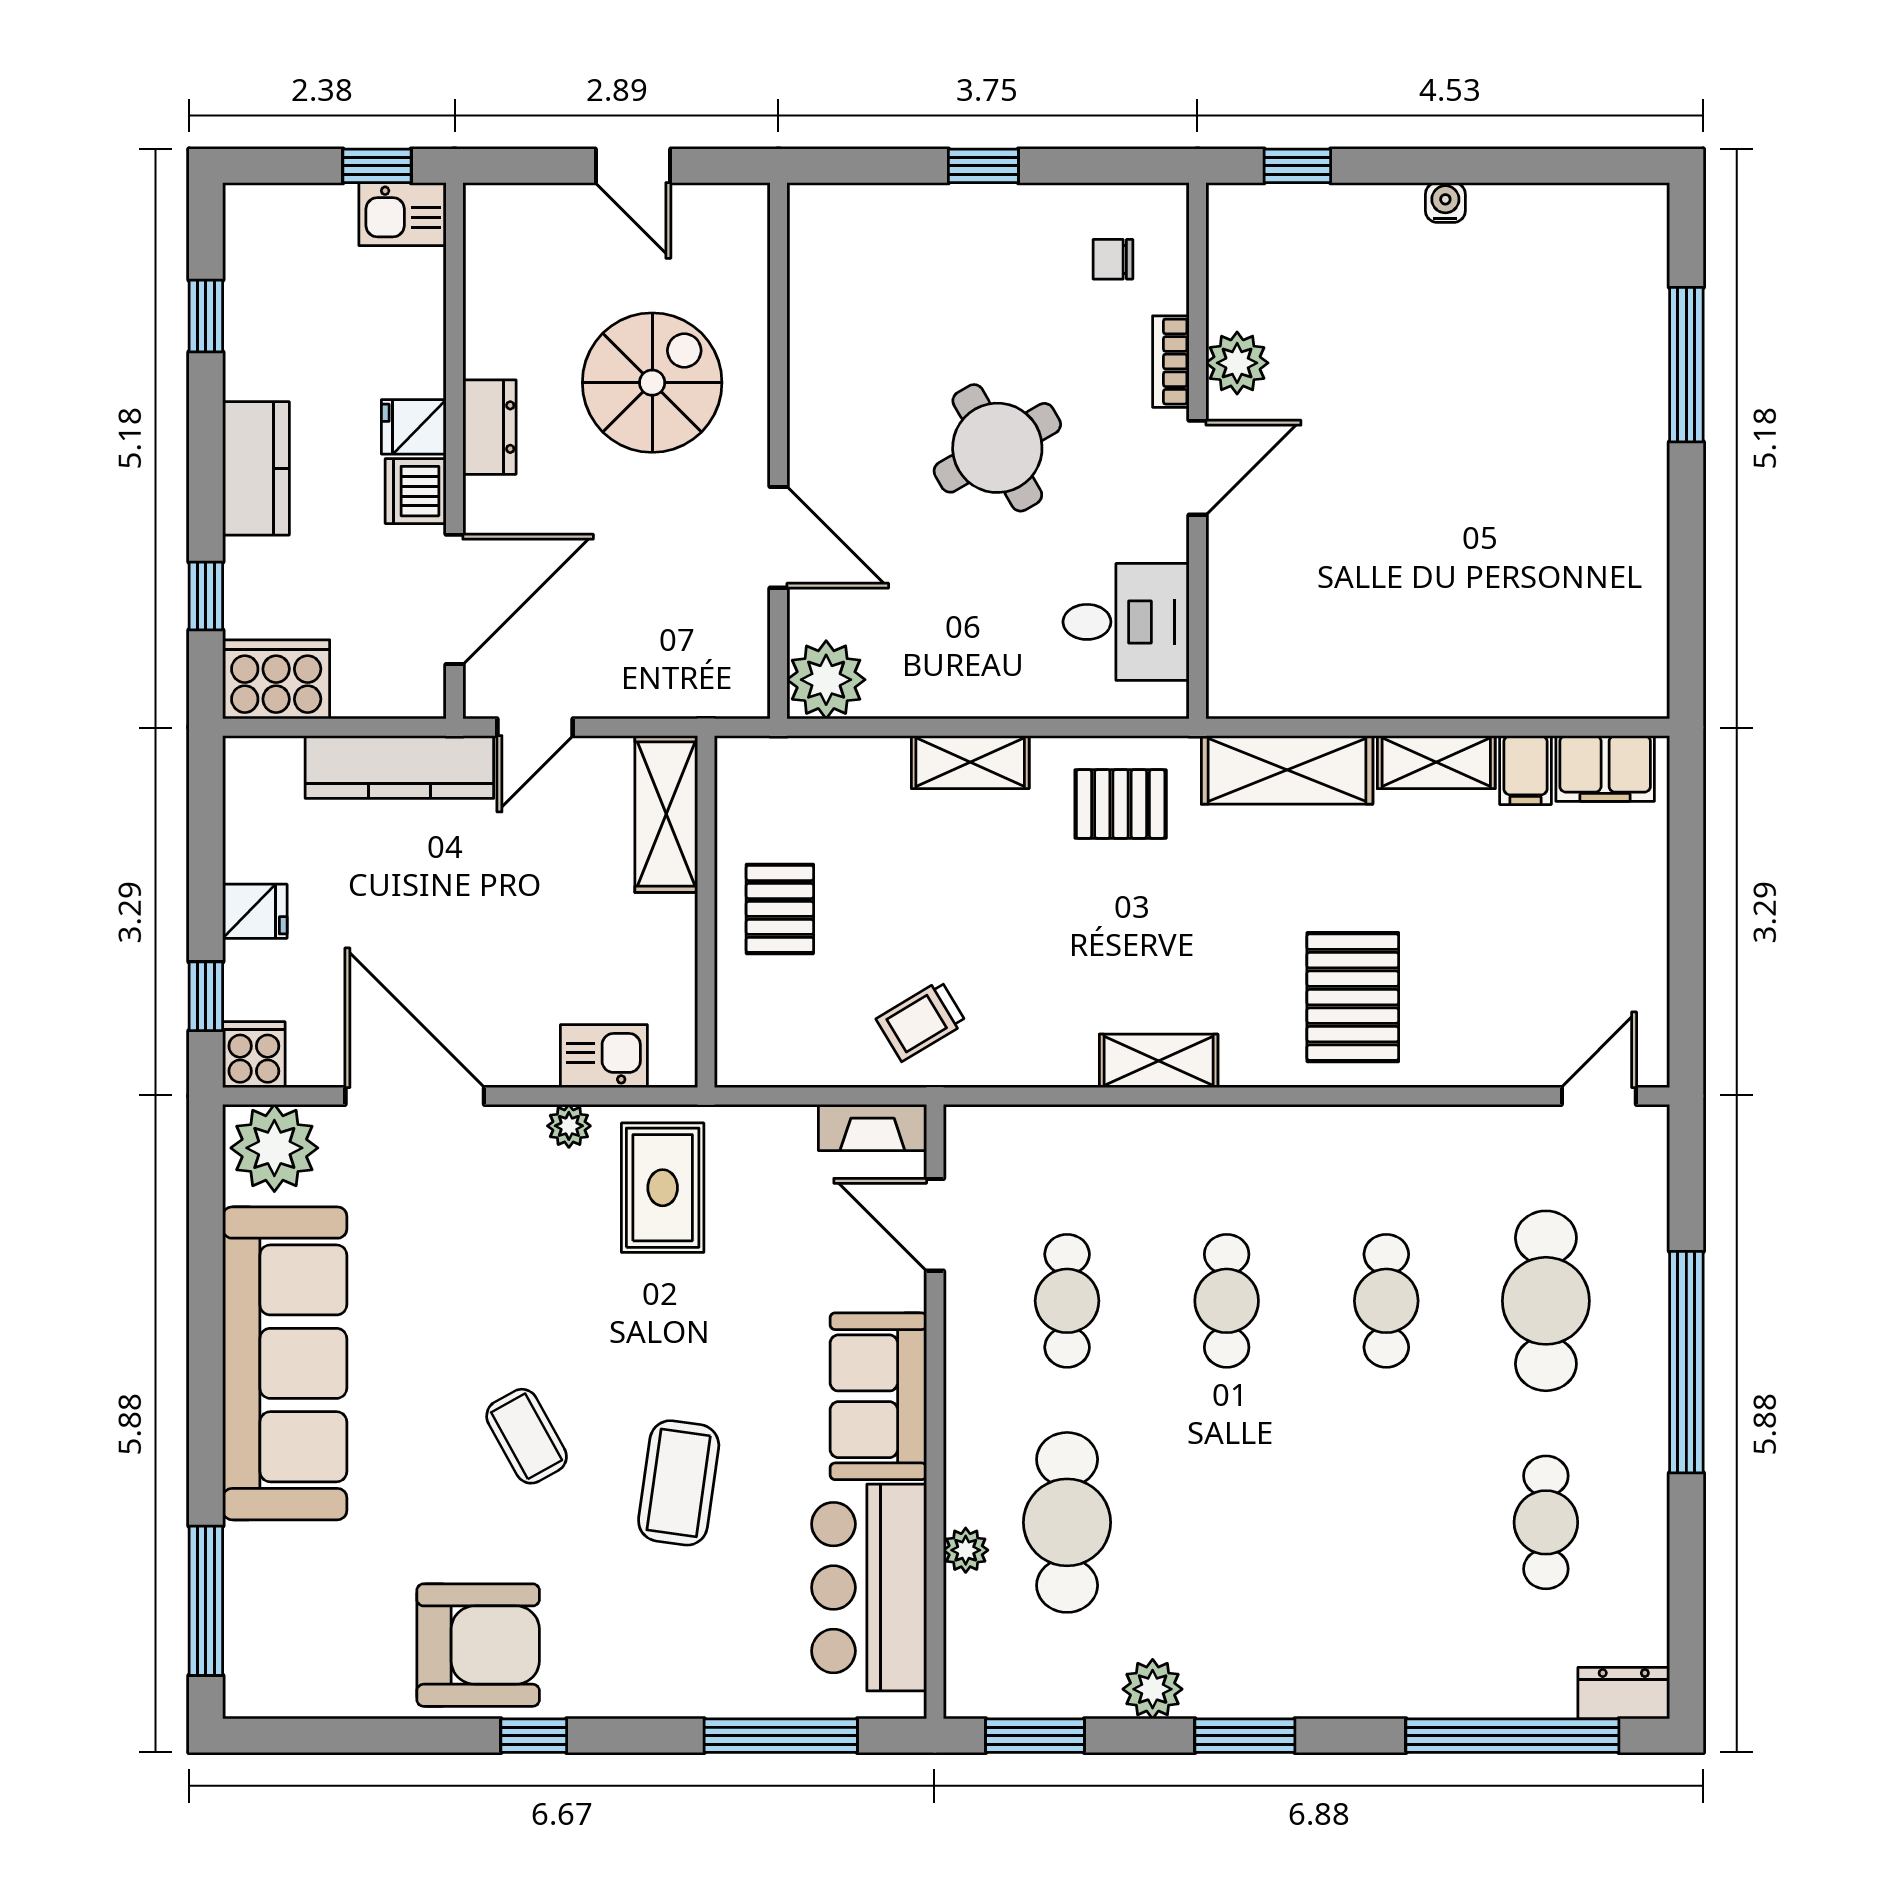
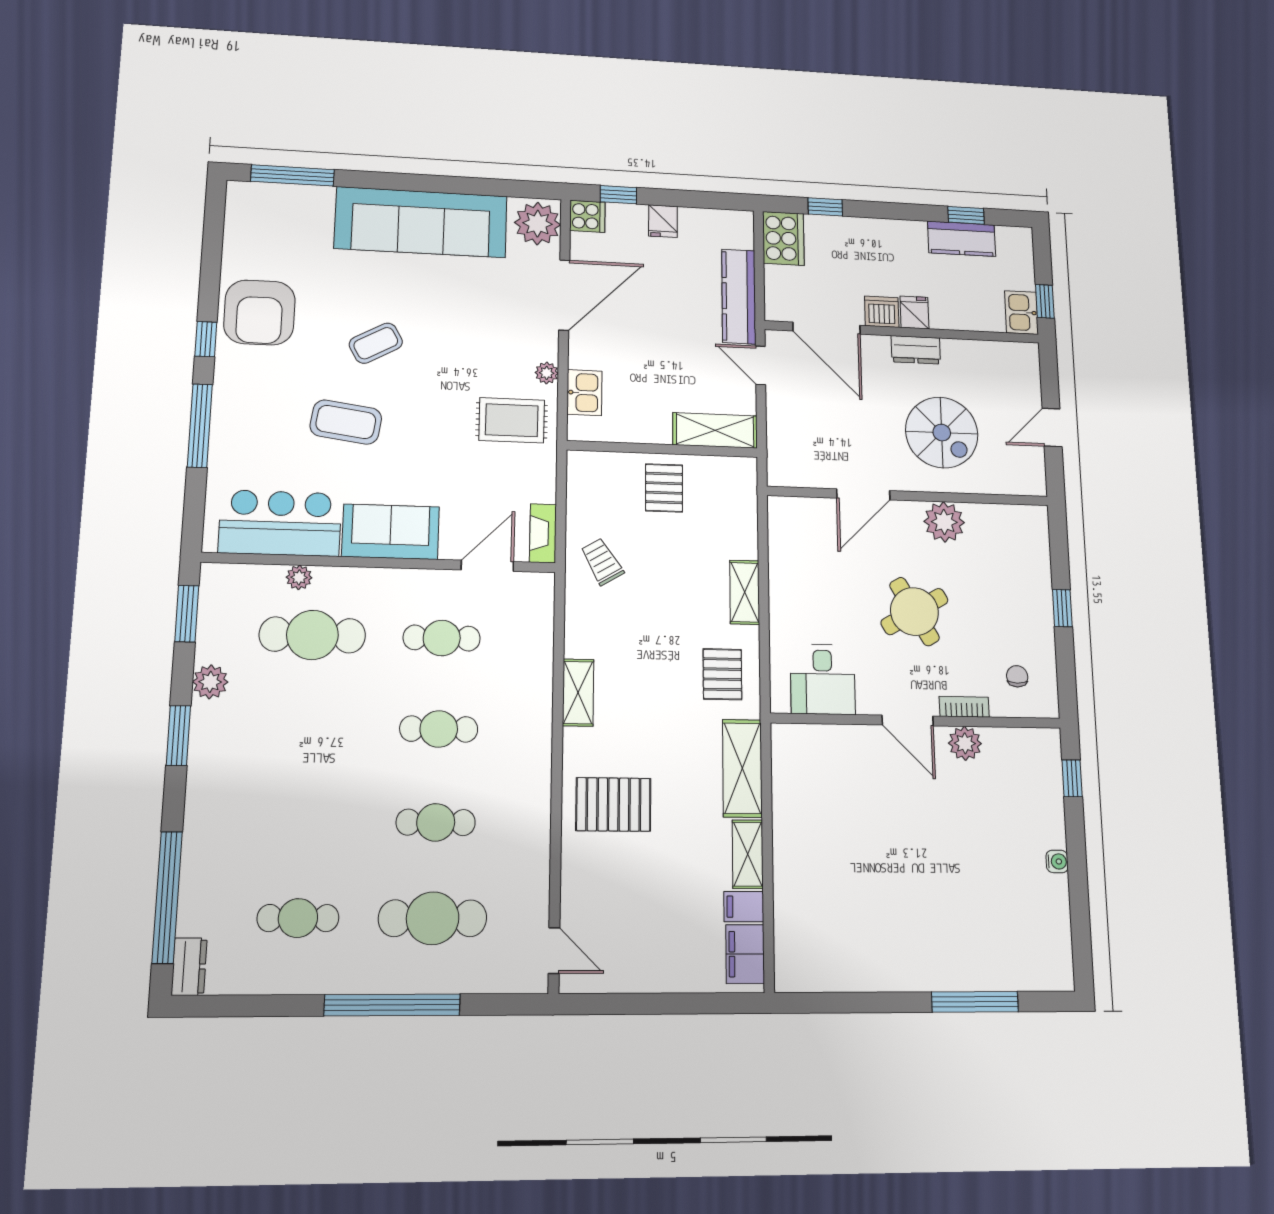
kitchen counter: (256, 468) -> (962, 239), moved
plant: (826, 680) -> (944, 522), moved
pallet: (780, 909) -> (664, 488), turned 90
window: (781, 1736) -> (200, 426), moved

